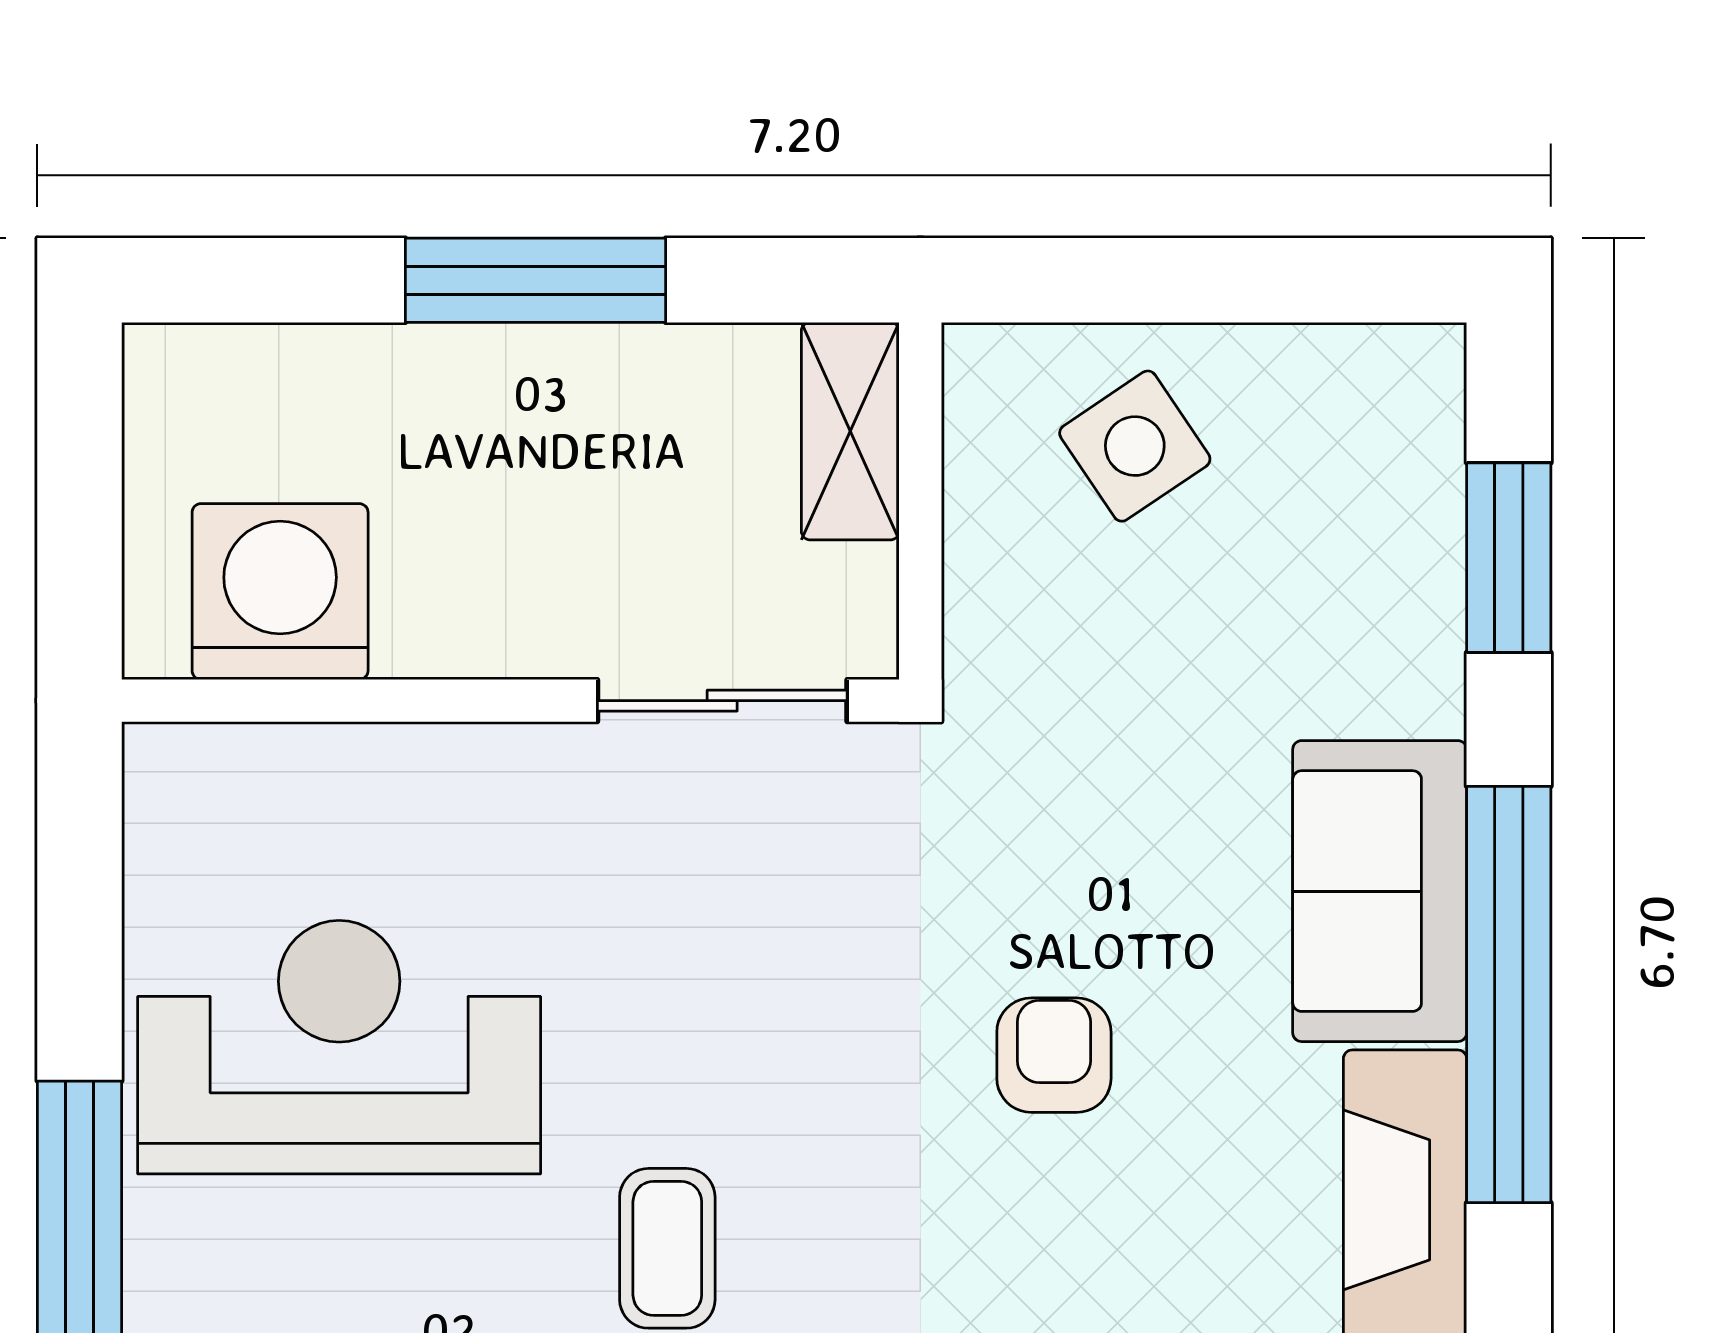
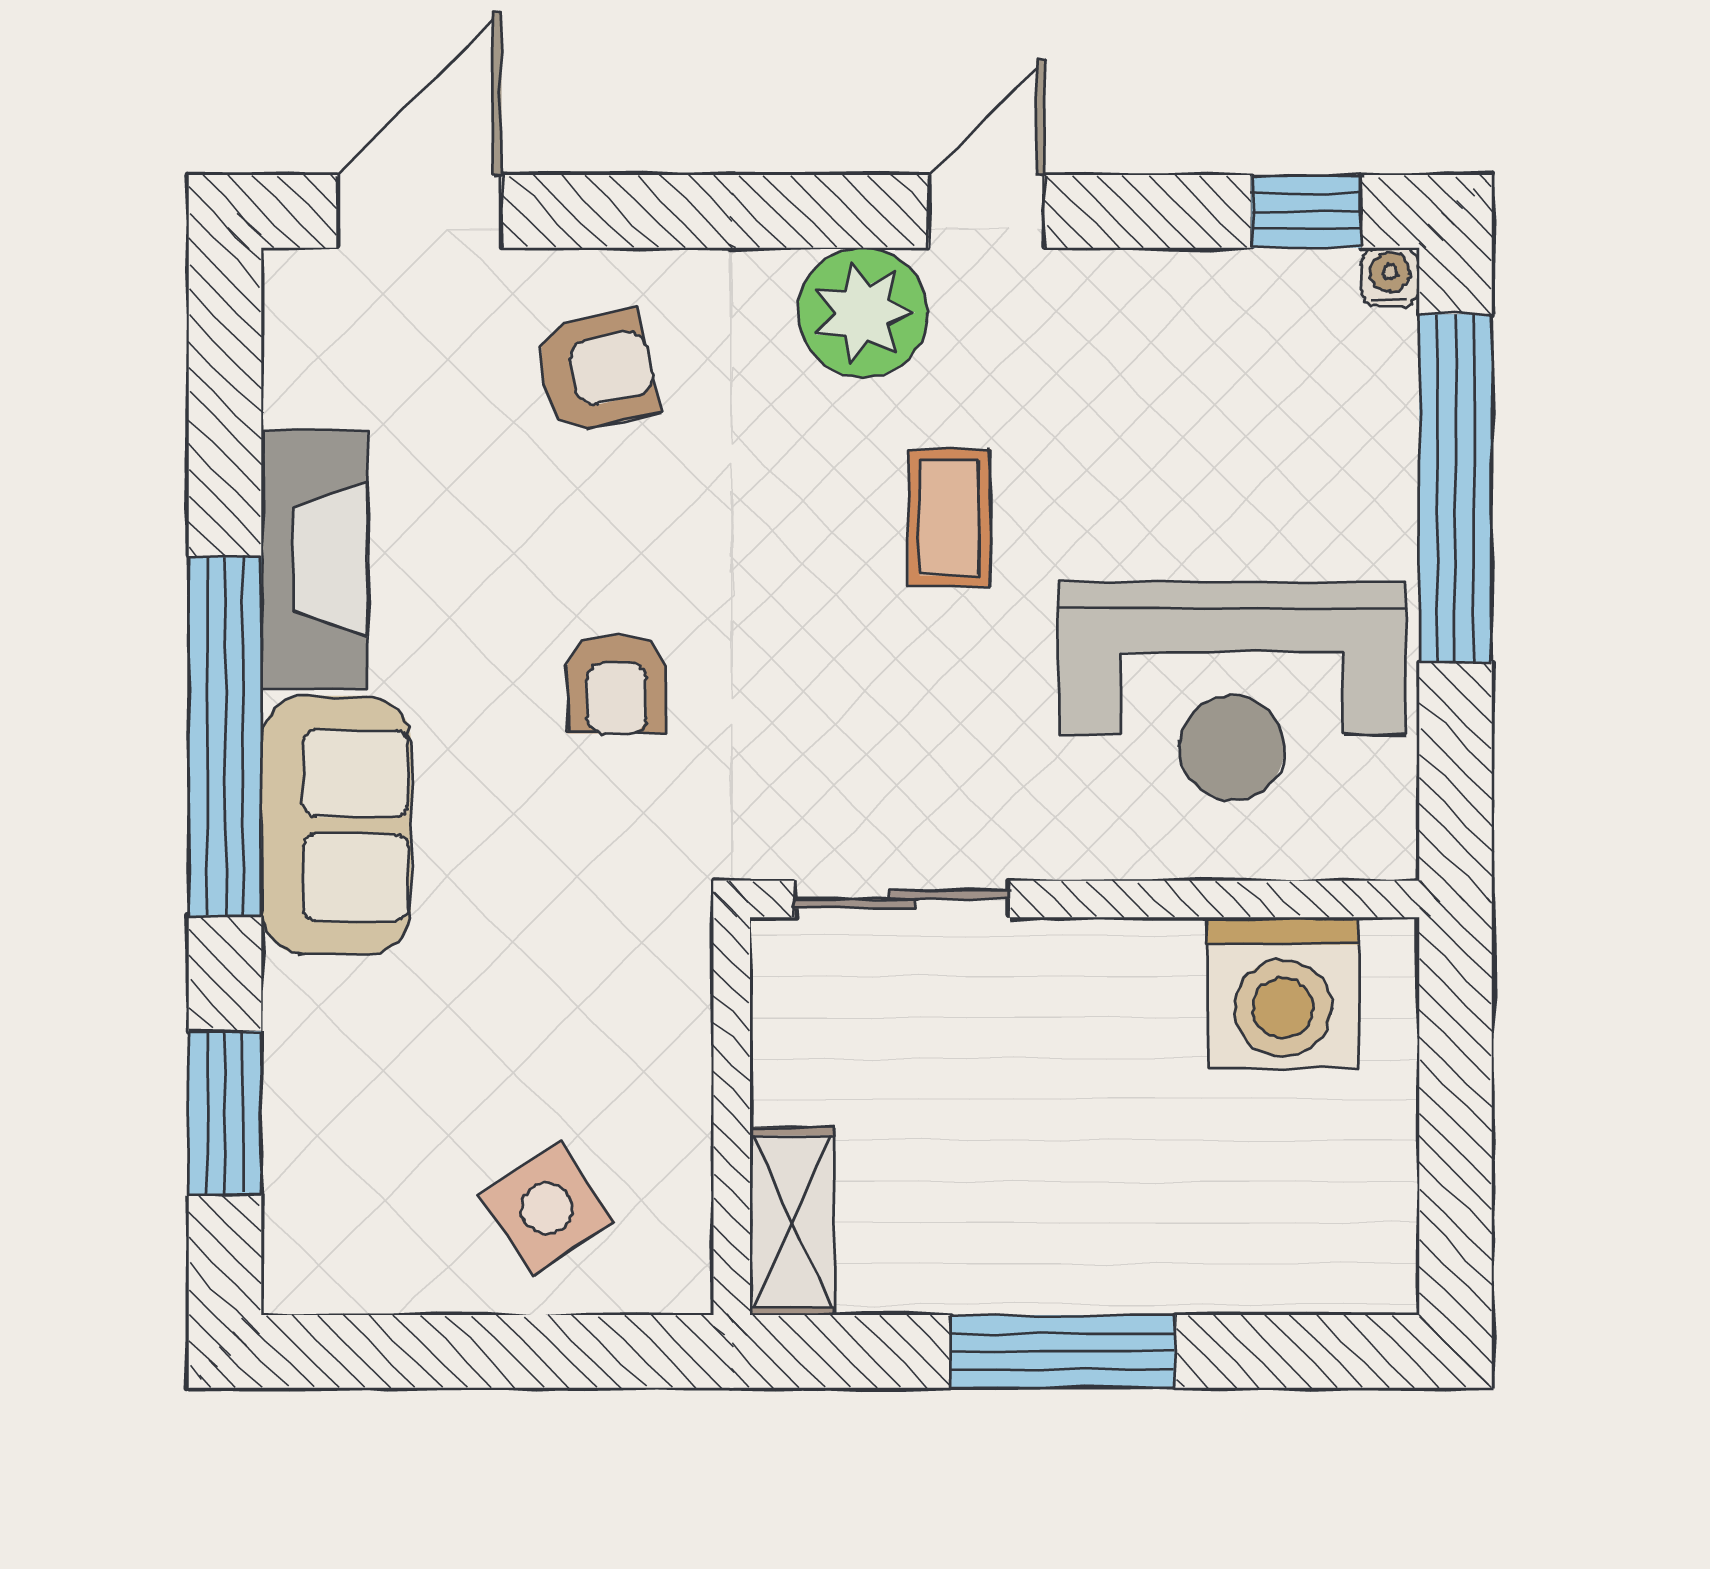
washing machine: (280, 592) -> (1283, 993), moved
wall: (510, 701) -> (1085, 899), moved
sliding door: (722, 701) -> (902, 899), moved

